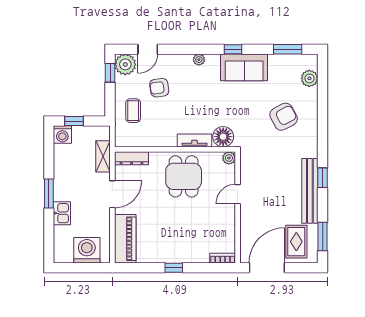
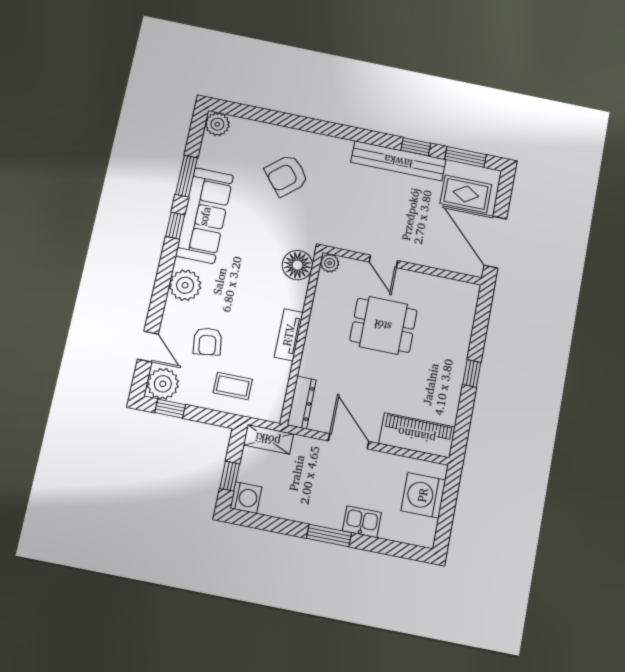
window: (288, 49) -> (186, 176), moved
plant: (199, 60) -> (185, 285), width x1.88, depth x1.88
sofa: (244, 67) -> (205, 216), width x1.36
plant: (309, 78) -> (217, 124), moved
armchair: (284, 117) -> (287, 175), turned -102
tv unit: (194, 140) -> (289, 335), moved
shelving: (103, 156) -> (268, 439), moved
dining table: (184, 176) -> (383, 325), moved
window: (323, 178) -> (416, 147), moved
bookcase: (223, 258) -> (470, 301), removed

